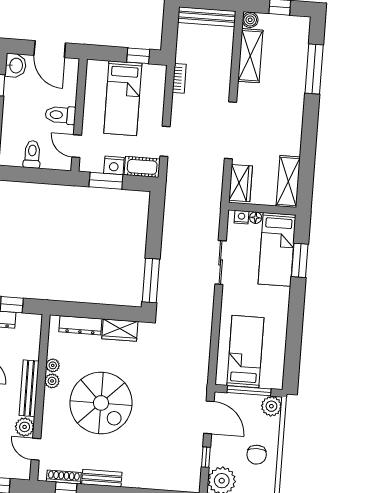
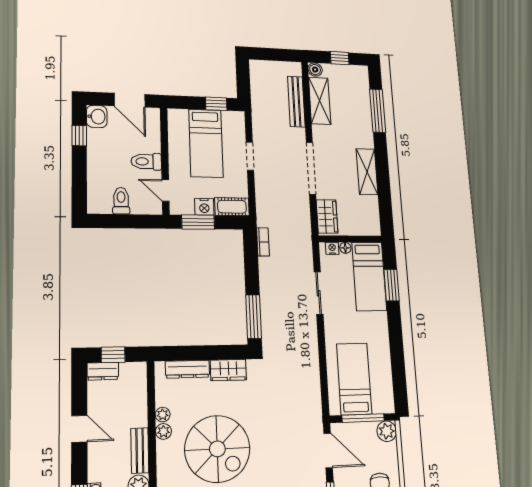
bench: (207, 17) -> (296, 102), moved, turned 90
bookcase: (179, 78) -> (263, 242), moved
doorway: (165, 141) -> (250, 156), moved
shelving: (288, 182) -> (367, 172), moved
bench: (29, 388) -> (140, 450), width x0.73

